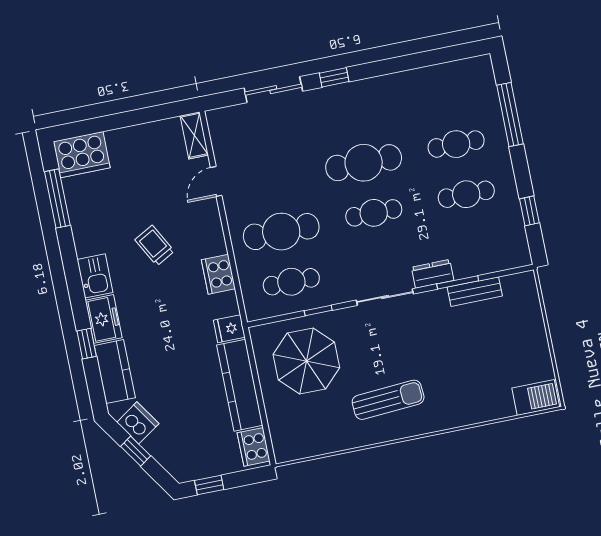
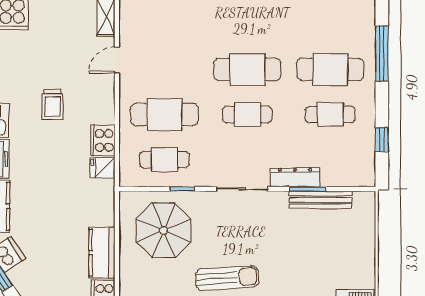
cafe table: (456, 144) -> (330, 69), width x1.37, depth x1.35
trolley: (155, 245) -> (53, 104), turned -151
dresser: (433, 274) -> (295, 177), width x1.44
bench: (475, 292) -> (321, 200), width x1.36
fridge: (229, 329) -> (103, 168), moved
kitchen counter: (240, 385) -> (102, 253), width x0.67

